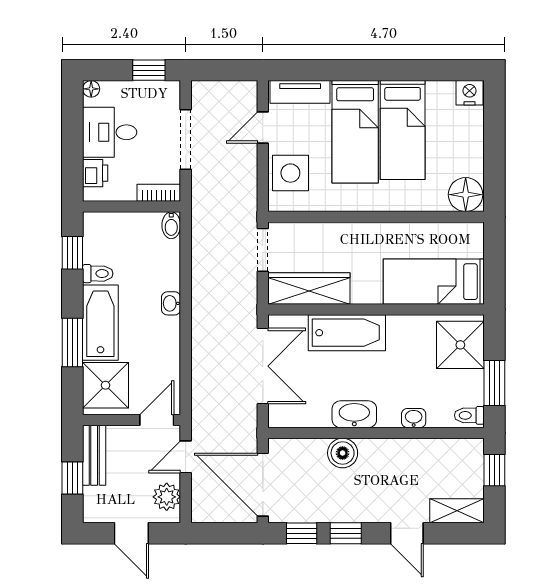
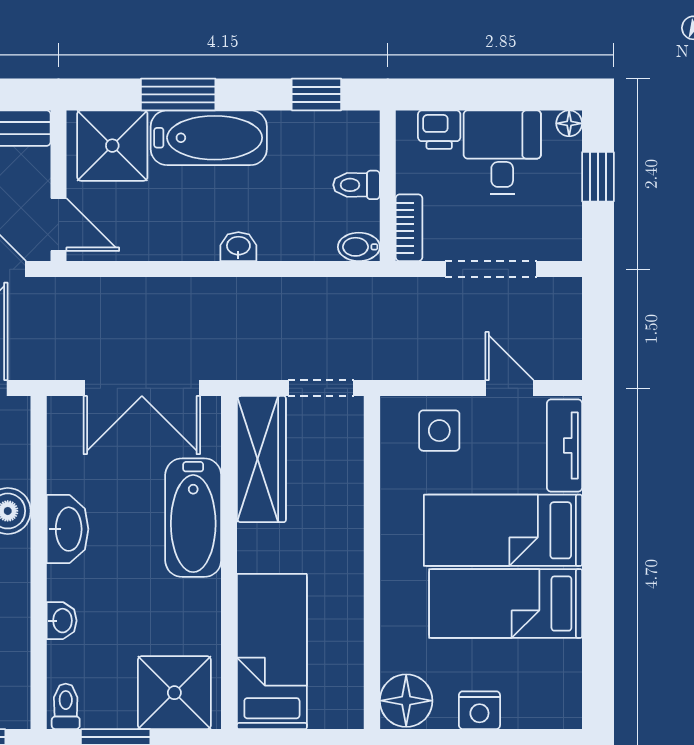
window: (149, 70) -> (598, 177), moved
nightstand: (470, 93) -> (479, 710), moved, turned 90
side table: (290, 173) -> (439, 431), width x0.73, depth x0.73
toilet: (98, 274) -> (357, 185), moved, turned 90

